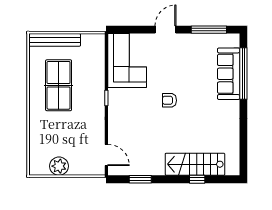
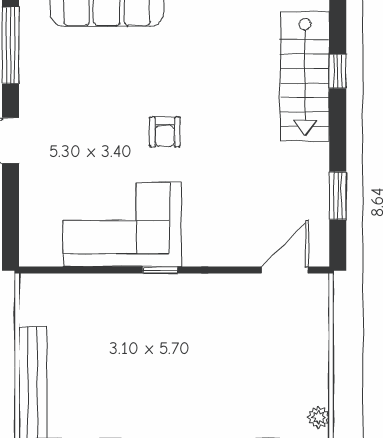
corner sofa: (127, 61) -> (122, 225), moved
table tennis table: (59, 85) -> (132, 375), removed
plant: (59, 166) -> (319, 417), moved, width x0.53, depth x0.53

